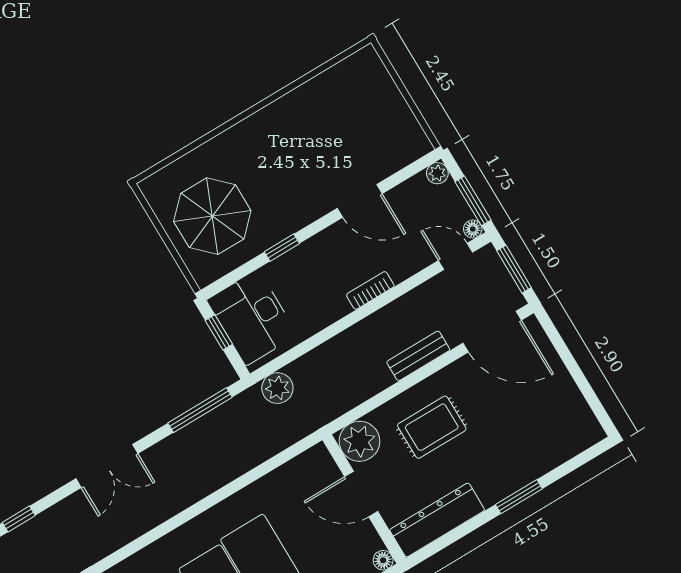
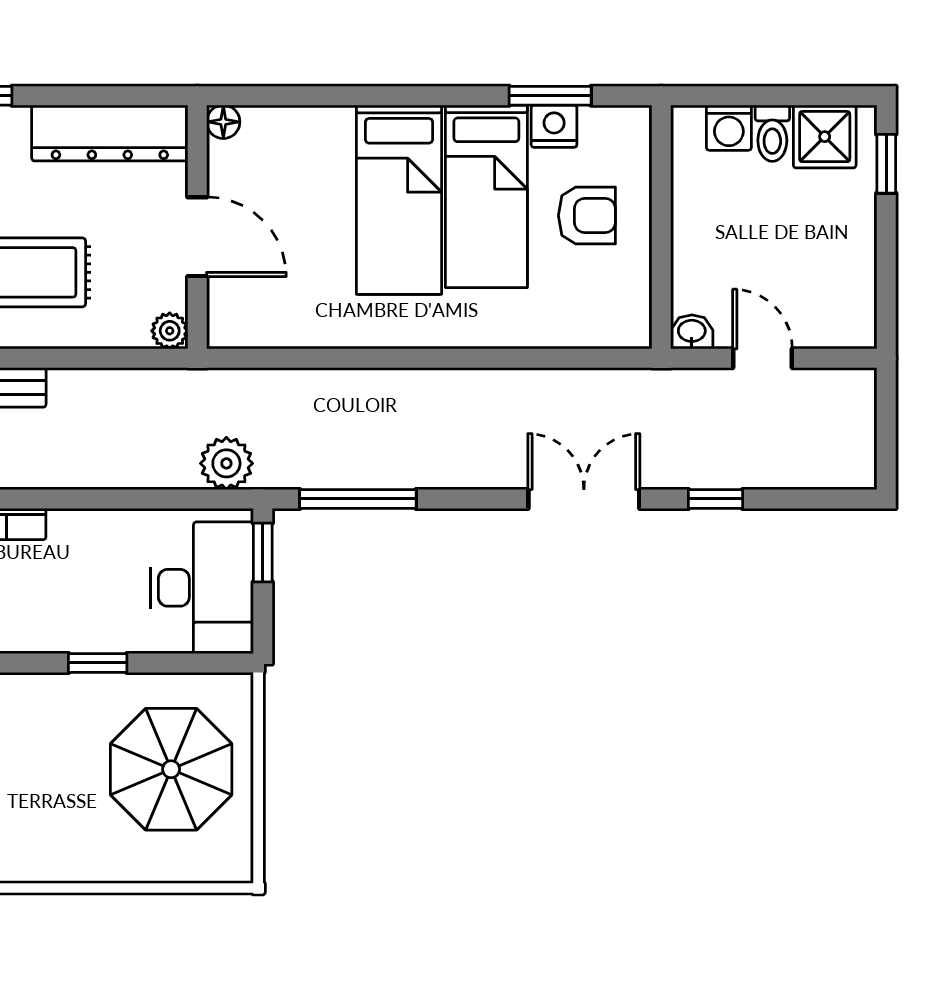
window: (219, 332) -> (263, 553), moved
plant: (359, 441) -> (170, 331), width x0.53, depth x0.53
double door: (107, 466) -> (584, 499), moved

